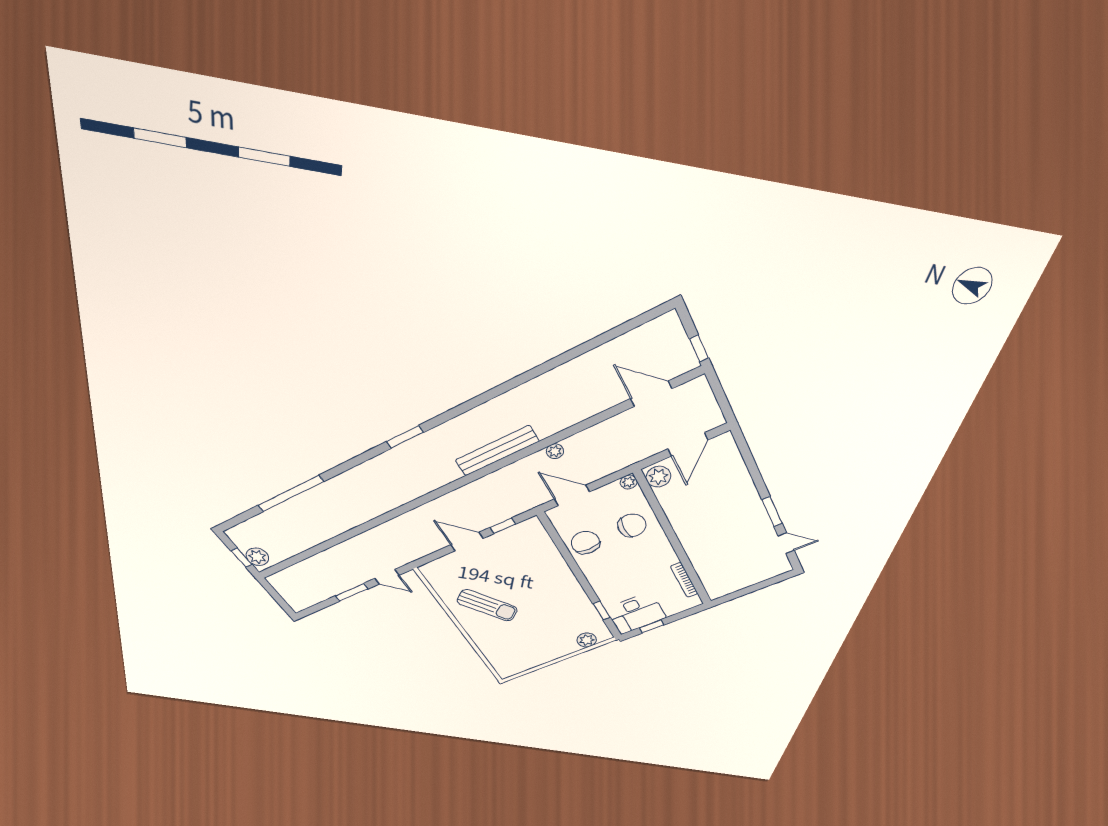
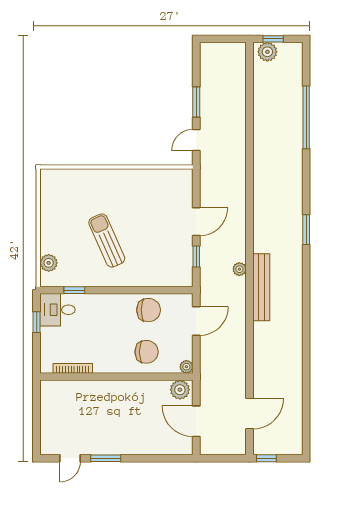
plant: (555, 451) -> (239, 269), moved
chair: (632, 525) -> (147, 352), turned -90
sun lounger: (487, 605) -> (107, 240), moved, turned 103
desk: (636, 613) -> (57, 310), width x0.73

